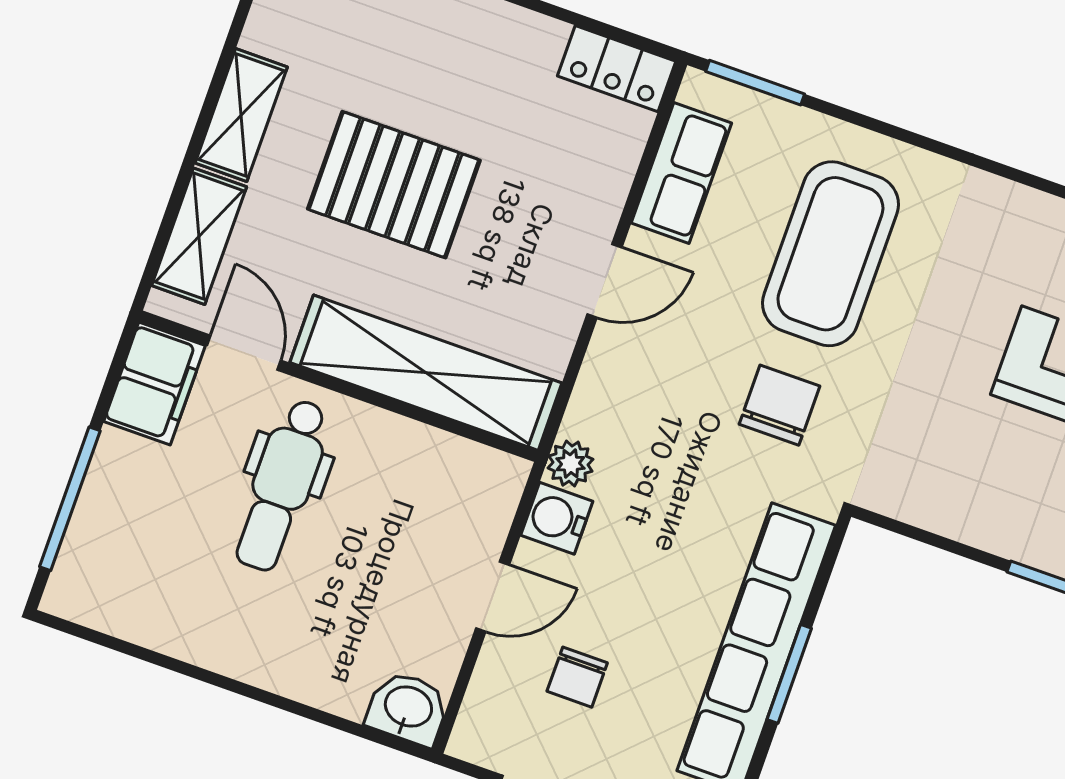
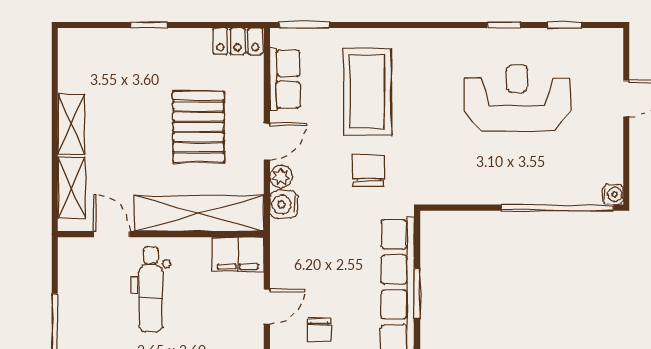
pallet: (394, 185) -> (199, 127), moved, turned 90
filing cabinet: (154, 384) -> (238, 254), moved, turned 90
plant: (570, 464) -> (281, 177), moved
water cooler: (557, 518) -> (284, 204), moved

